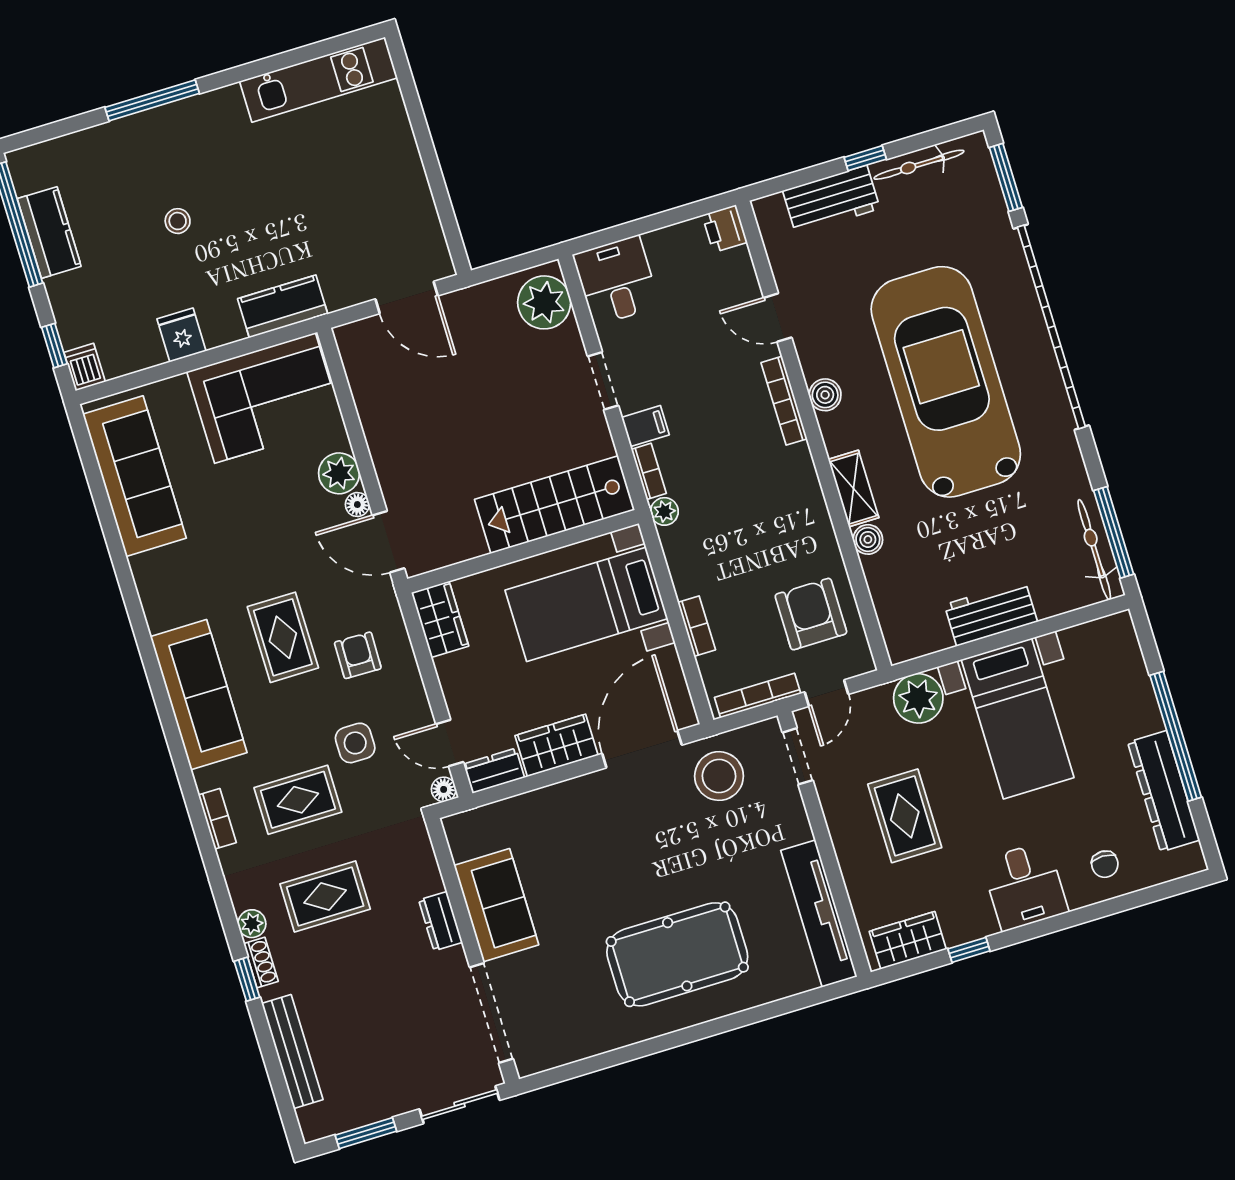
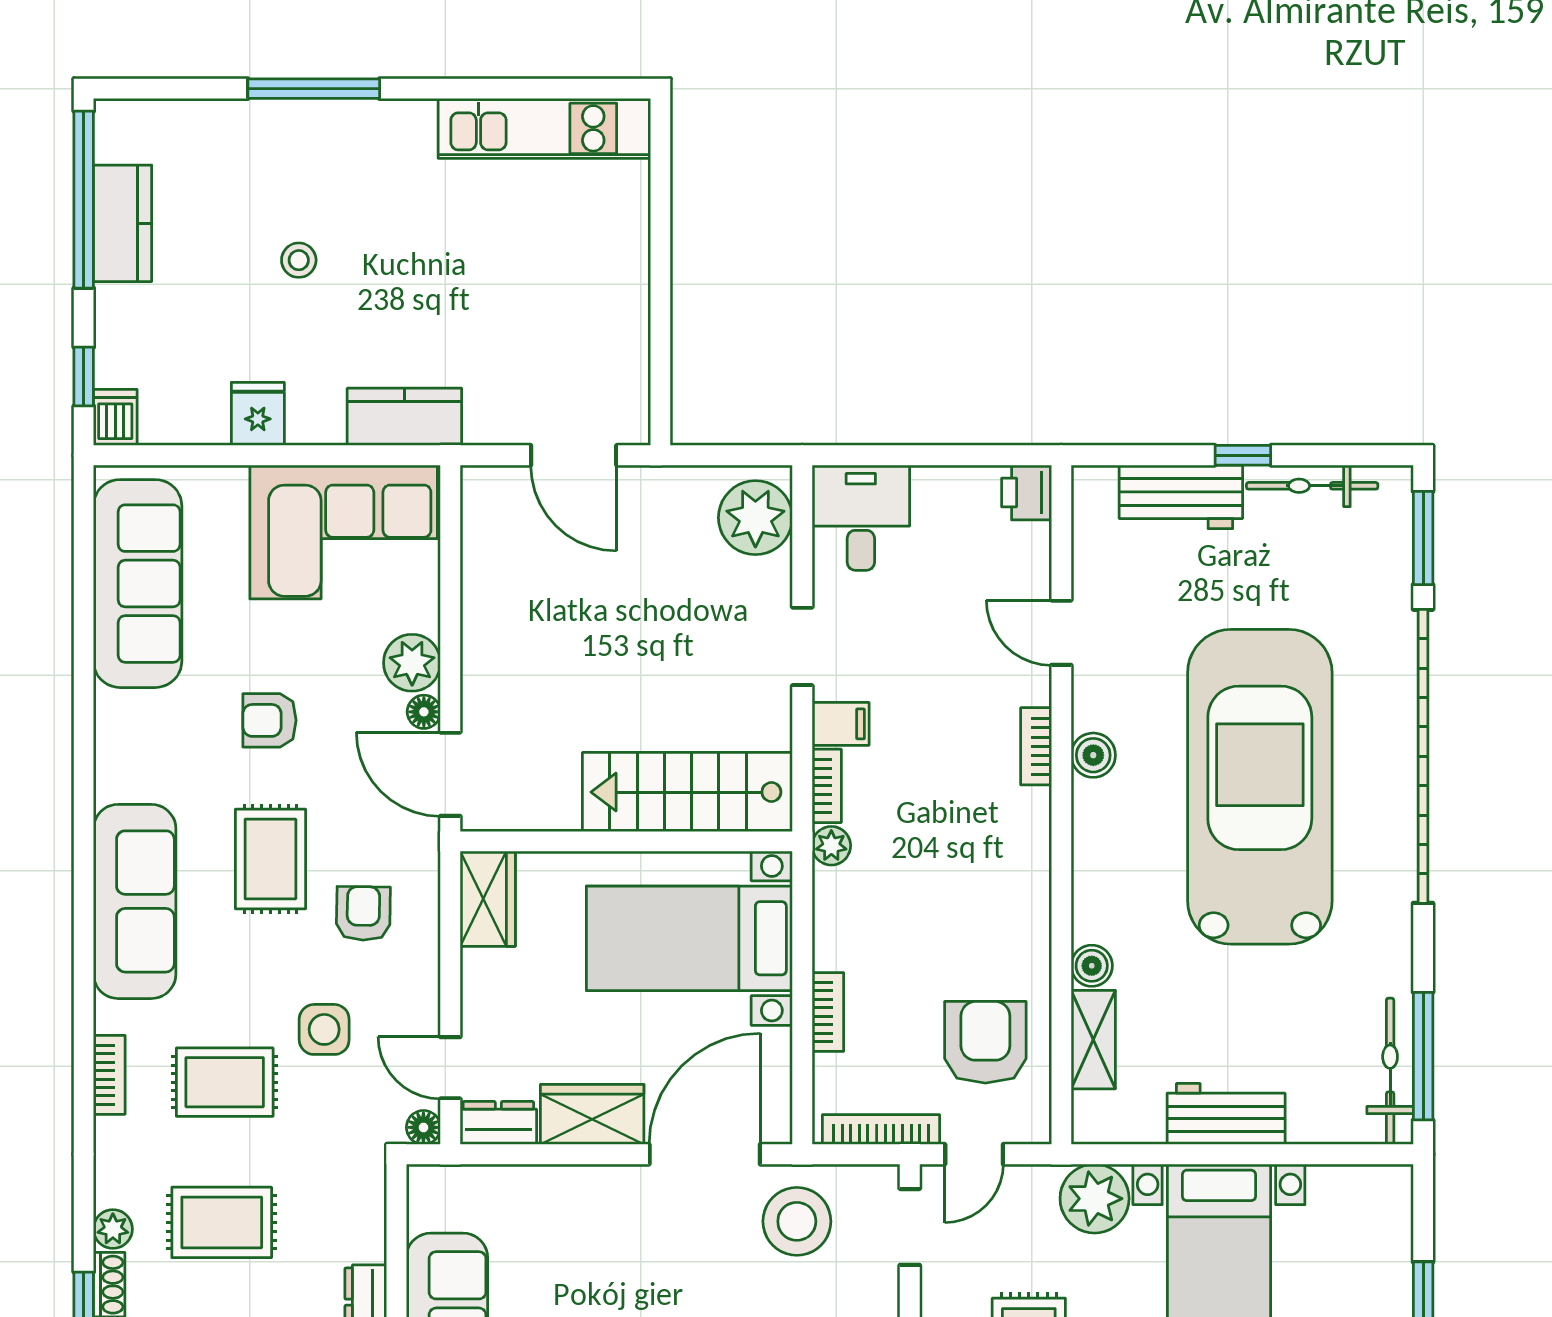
bookcase: (784, 401) -> (1036, 746), width x0.64
shelving: (854, 489) -> (1093, 1040), moved
armchair: (253, 543) -> (269, 720), added

